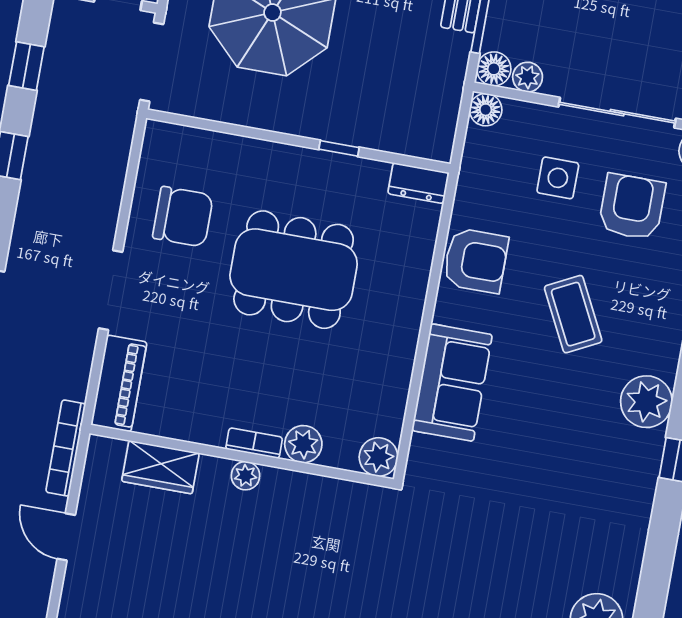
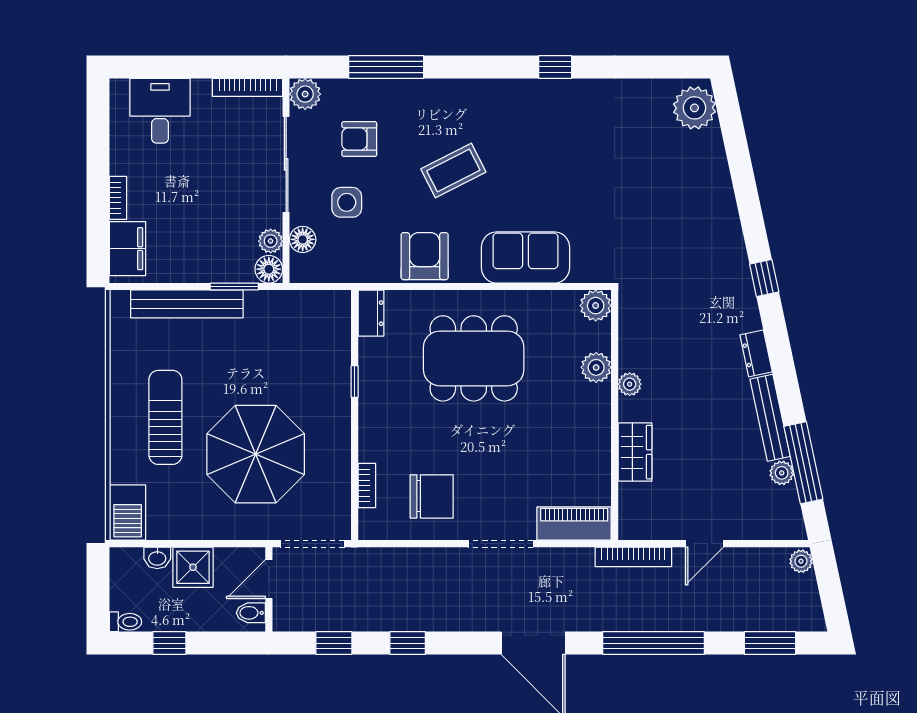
floor lamp: (486, 110) -> (303, 239), moved
armchair: (632, 207) -> (359, 139), width x0.72, depth x0.72
chair: (183, 217) -> (432, 496), turned 90
dining table: (294, 270) -> (474, 358), moved, turned 90
plant: (646, 402) -> (513, 99), removed
bookcase: (254, 443) -> (367, 485), moved, turned 180
wardrobe: (161, 467) -> (635, 452), moved
plant: (245, 476) -> (630, 384), moved

